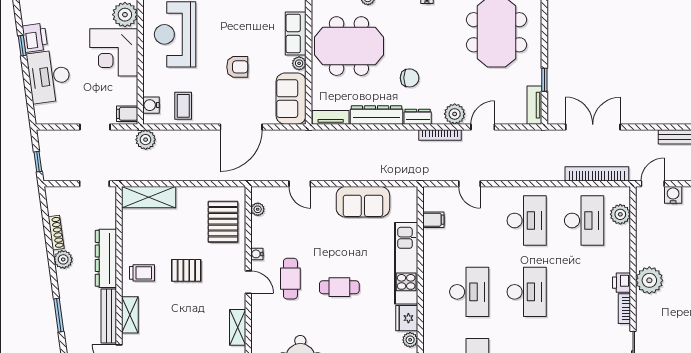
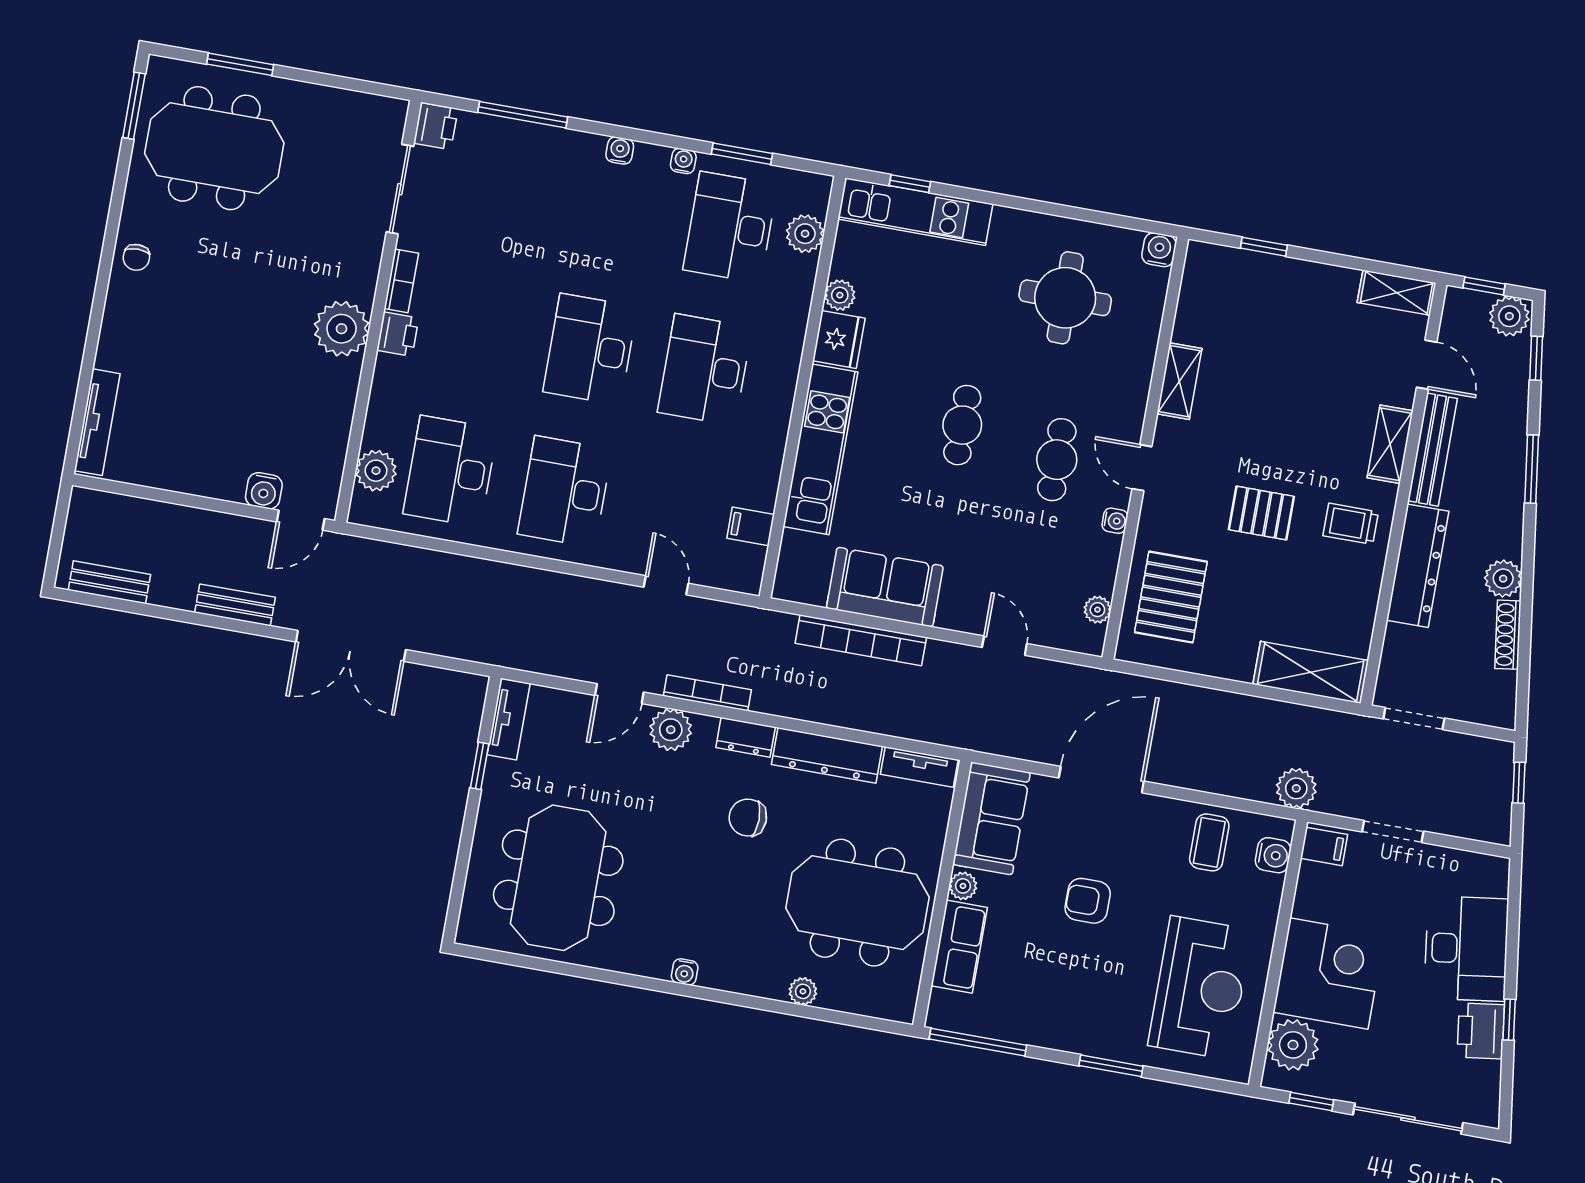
double door: (593, 127) -> (351, 646), moved
bookcase: (597, 174) -> (861, 640), moved
cafe table: (339, 287) -> (962, 425), turned 90

